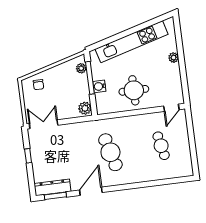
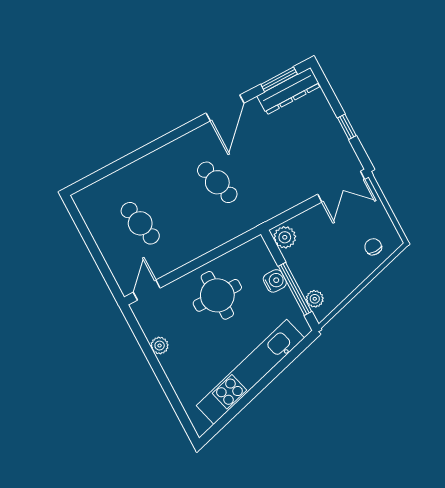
plant: (174, 58) -> (160, 346), moved
cafe table: (110, 152) -> (217, 182), width x0.73, depth x0.74

